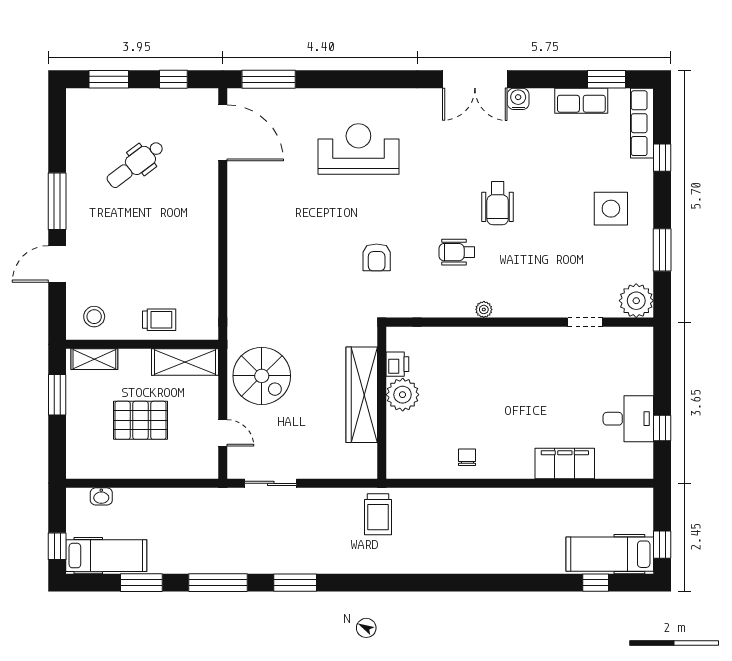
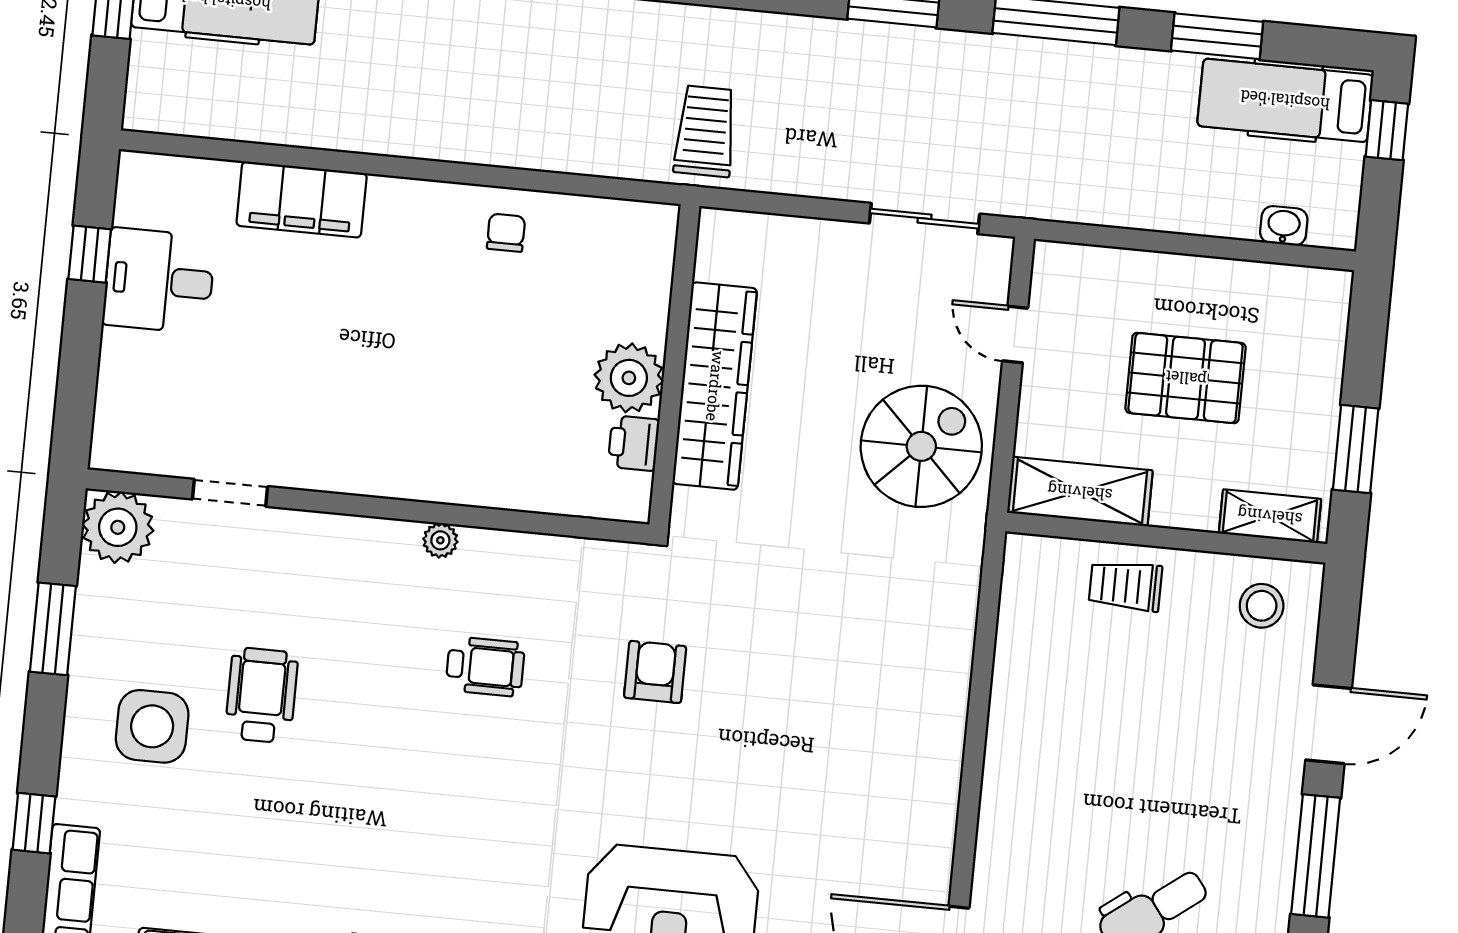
wheelchair: (498, 203) -> (261, 695), moved
spiral stairs: (262, 376) -> (921, 446), turned 90
chair: (467, 457) -> (506, 233), turned 180

